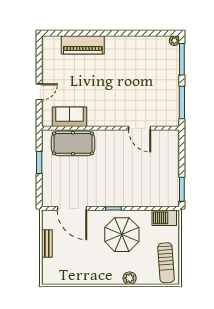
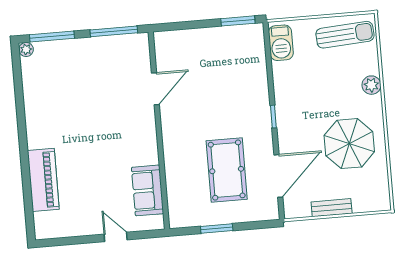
pool table: (73, 143) -> (227, 170), moved
parasol: (122, 235) -> (349, 144), moved

